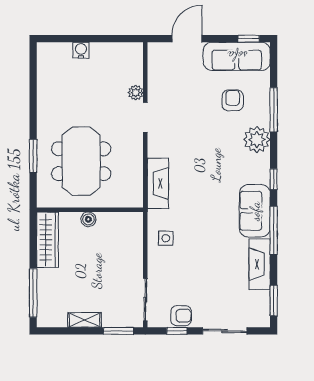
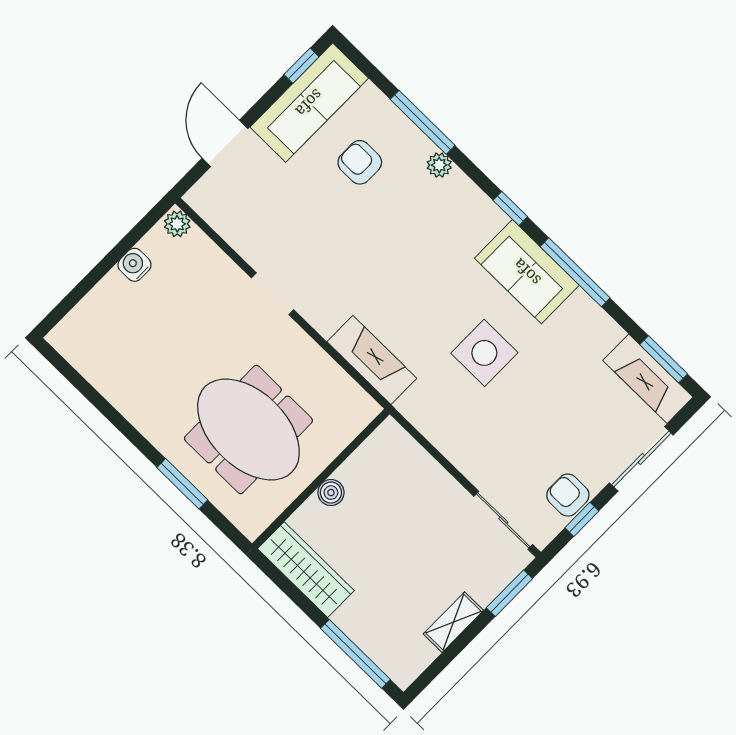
water cooler: (81, 50) -> (134, 265), moved
plant: (136, 93) -> (177, 224), moved
plant: (257, 140) -> (439, 165), width x0.53, depth x0.53
side table: (166, 238) -> (484, 353), moved, width x1.87, depth x1.87
fireplace: (260, 264) -> (648, 379), moved
armchair: (181, 316) -> (568, 495), turned -90

